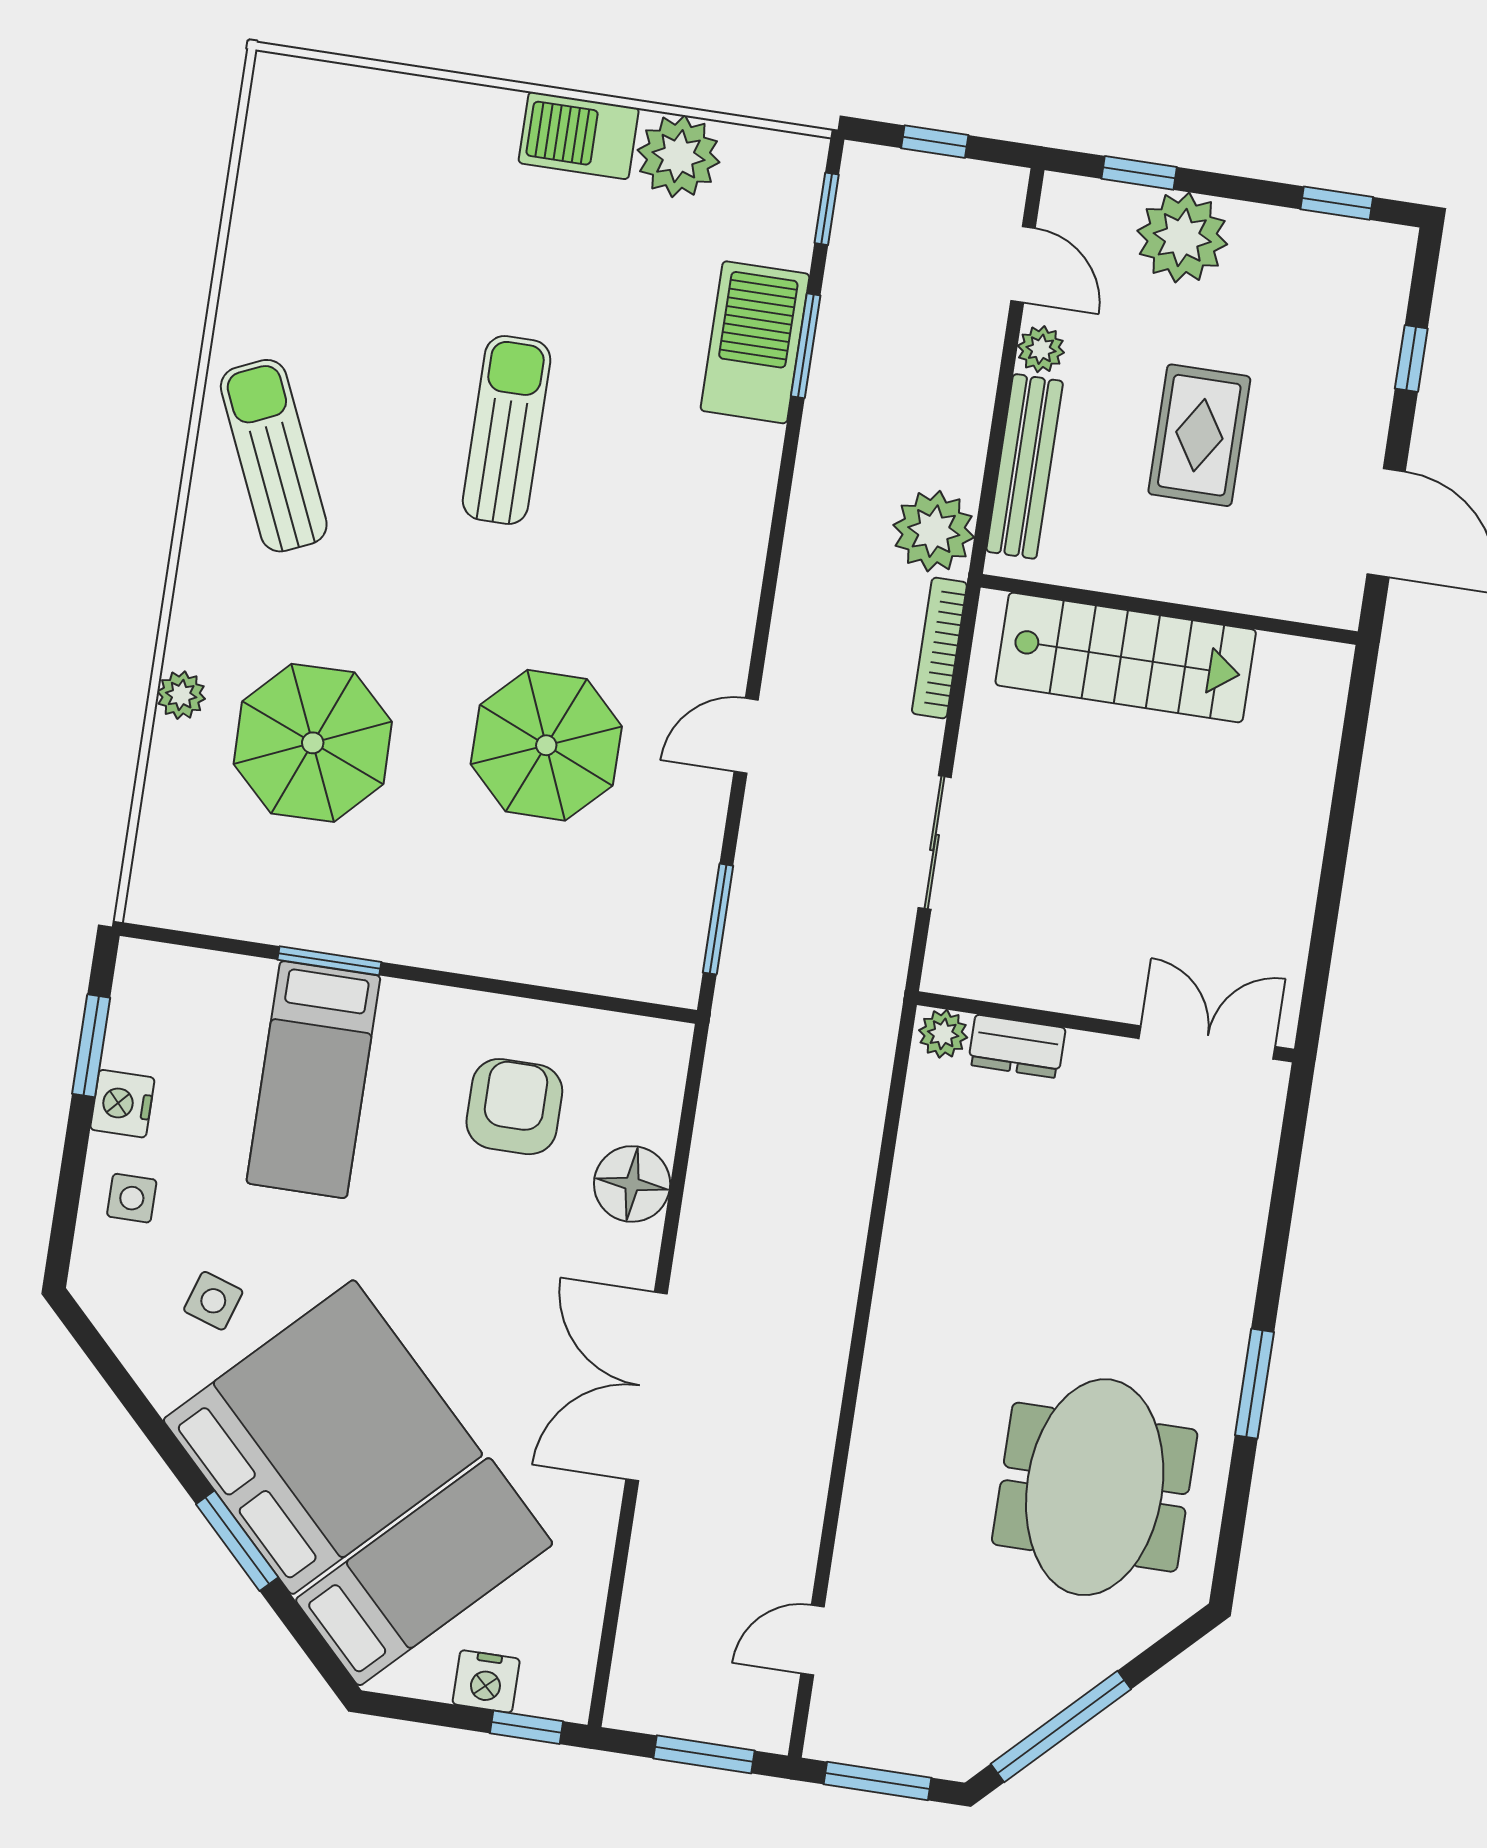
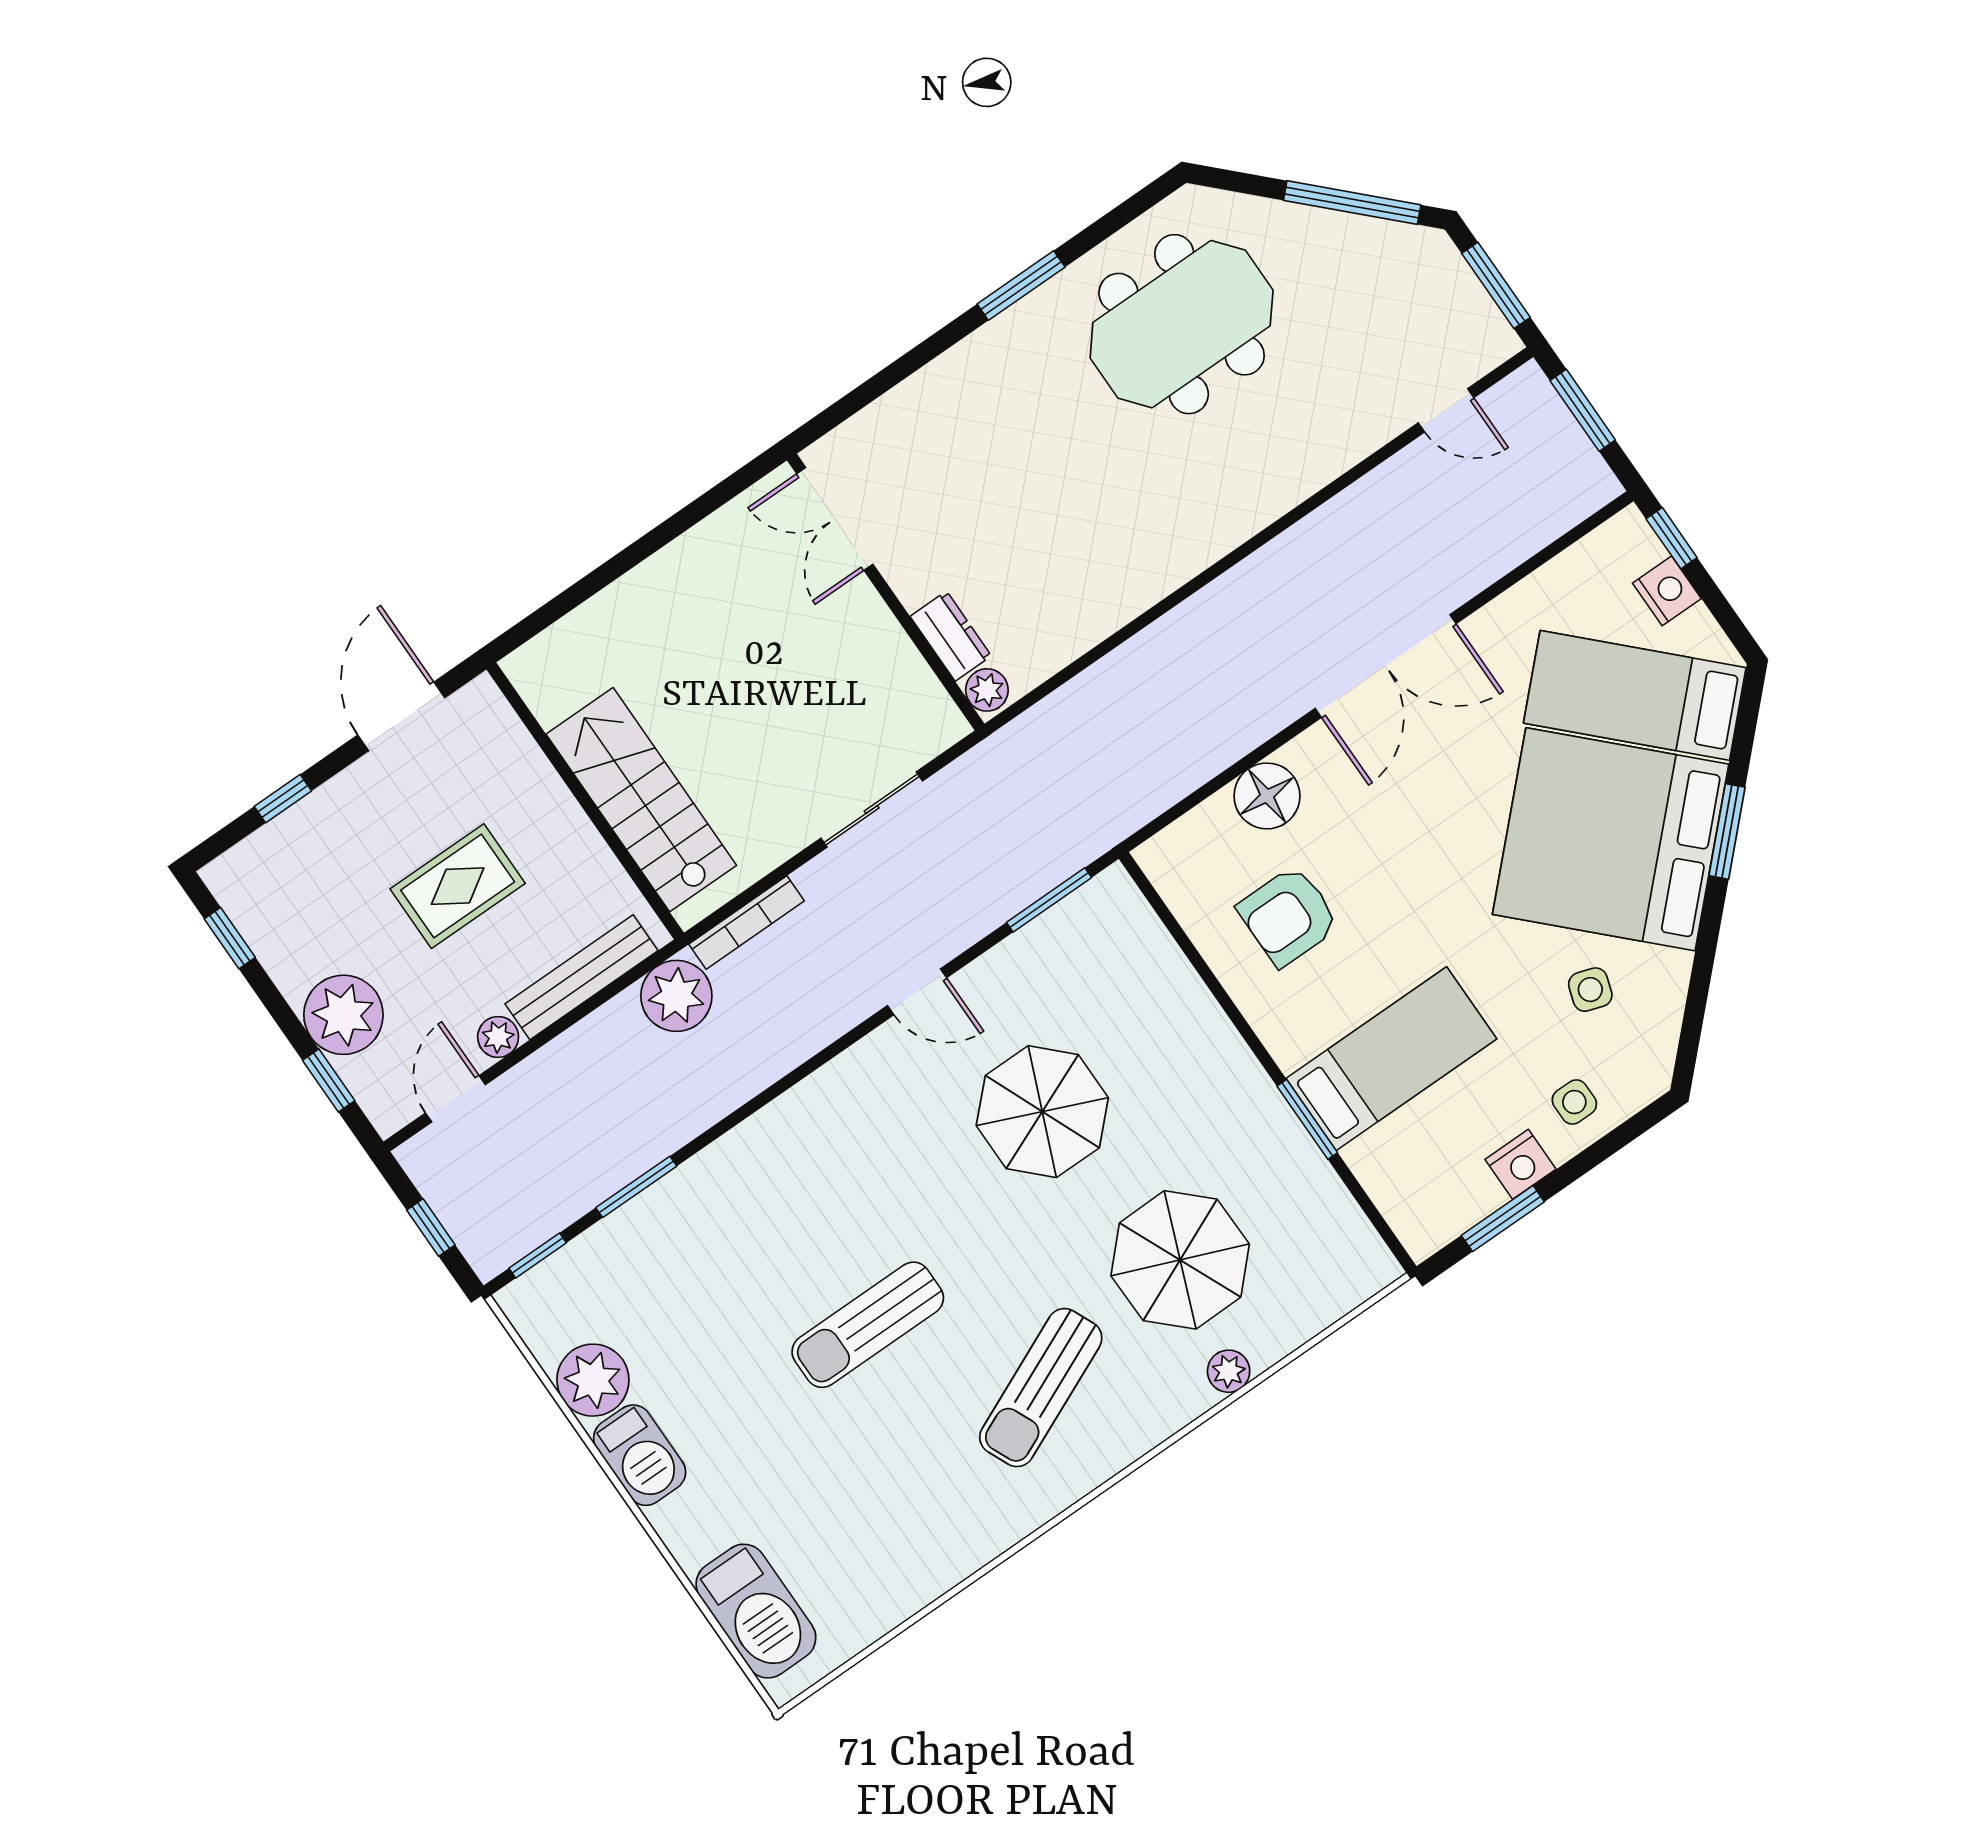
barbecue: (755, 342) -> (756, 1611), moved, turned -90
sun lounger: (274, 456) -> (1041, 1388), moved

